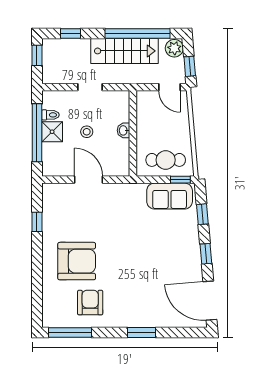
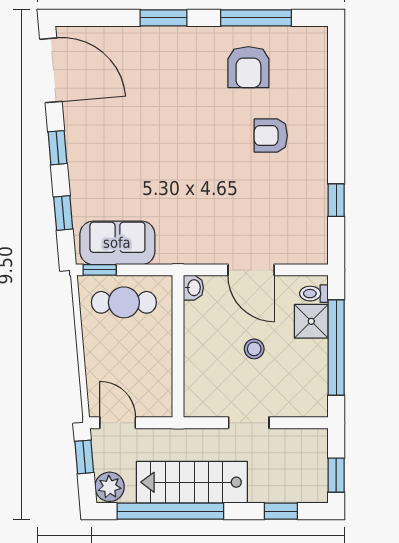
toilet: (51, 115) -> (314, 294), moved
washbasin: (124, 130) -> (193, 288), moved
shower: (52, 132) -> (311, 321), moved
armchair: (77, 261) -> (271, 136), width x0.53, depth x0.53
window: (70, 332) -> (256, 18), moved

